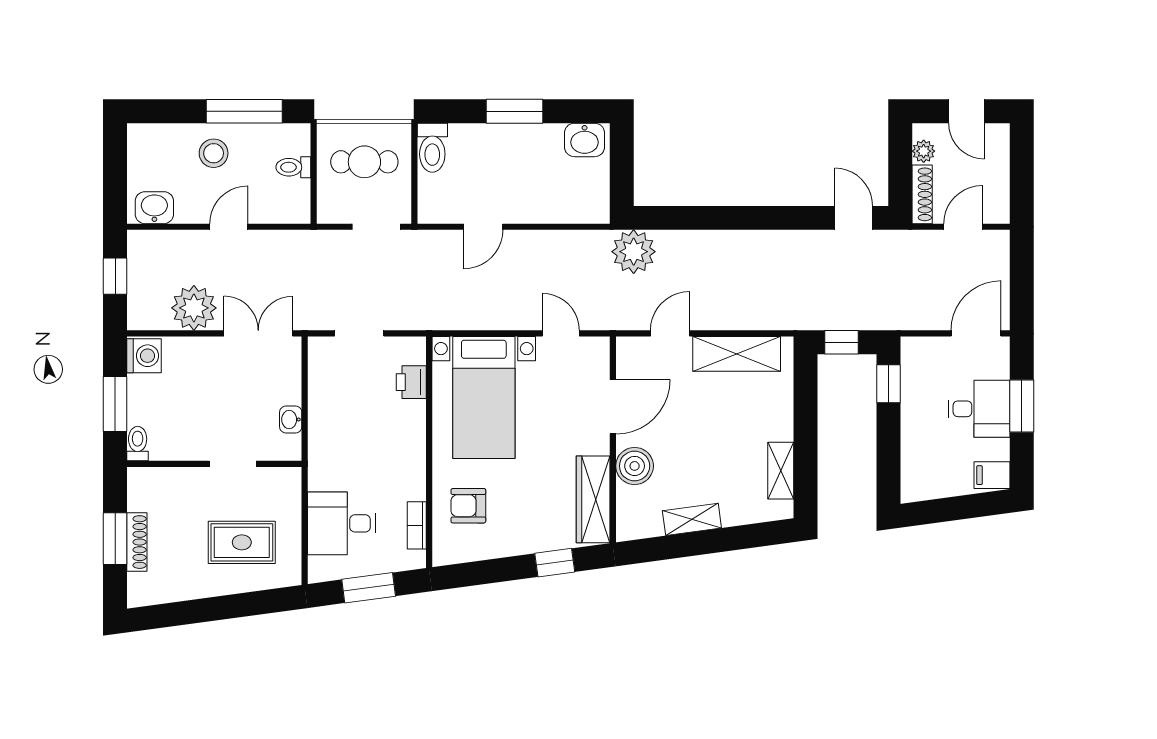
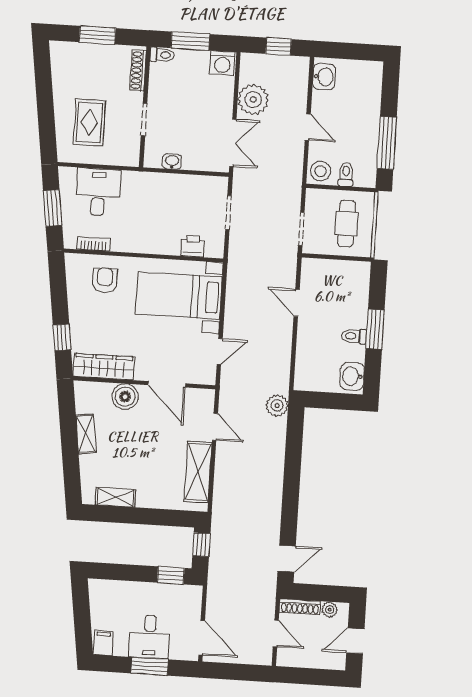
toilet: (432, 148) -> (354, 336), moved, width x0.73, depth x0.72
stool: (214, 153) -> (321, 171), moved
plant: (634, 252) -> (277, 405), width x0.73, depth x0.73
shoe rack: (137, 542) -> (138, 70), moved, turned 90

